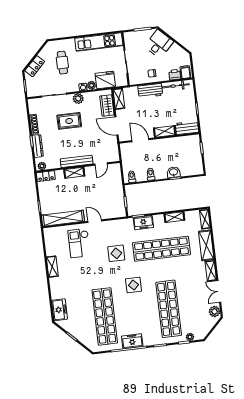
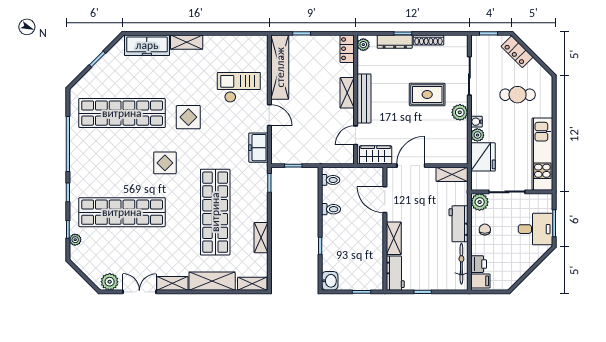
desk: (159, 44) -> (535, 229), moved, turned -45
plant: (135, 79) -> (480, 202), added
wardrobe: (107, 105) -> (376, 155), moved
rug: (69, 121) -> (427, 94), turned 90
door: (140, 140) -> (385, 200), swing flipped
door: (101, 164) -> (356, 135), hinge flipped
washbasin: (173, 172) -> (330, 281), moved
door: (95, 221) -> (269, 115), hinge flipped
freezer: (143, 223) -> (258, 148), moved
display table: (116, 253) -> (188, 117), moved
shelving: (52, 267) -> (187, 42), moved
freezer: (60, 310) -> (147, 45), width x1.40
freezer: (132, 341) -> (79, 151), removed

